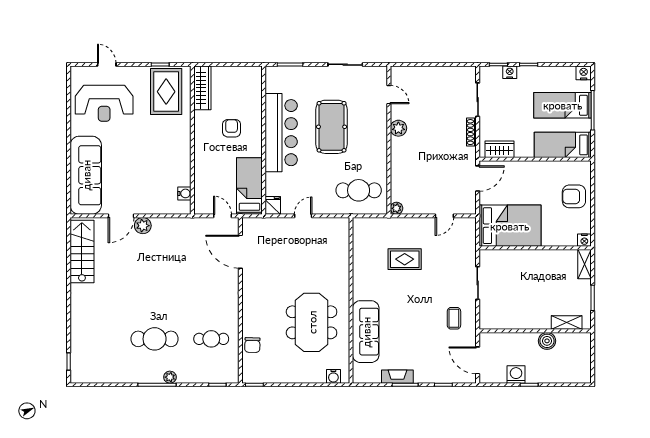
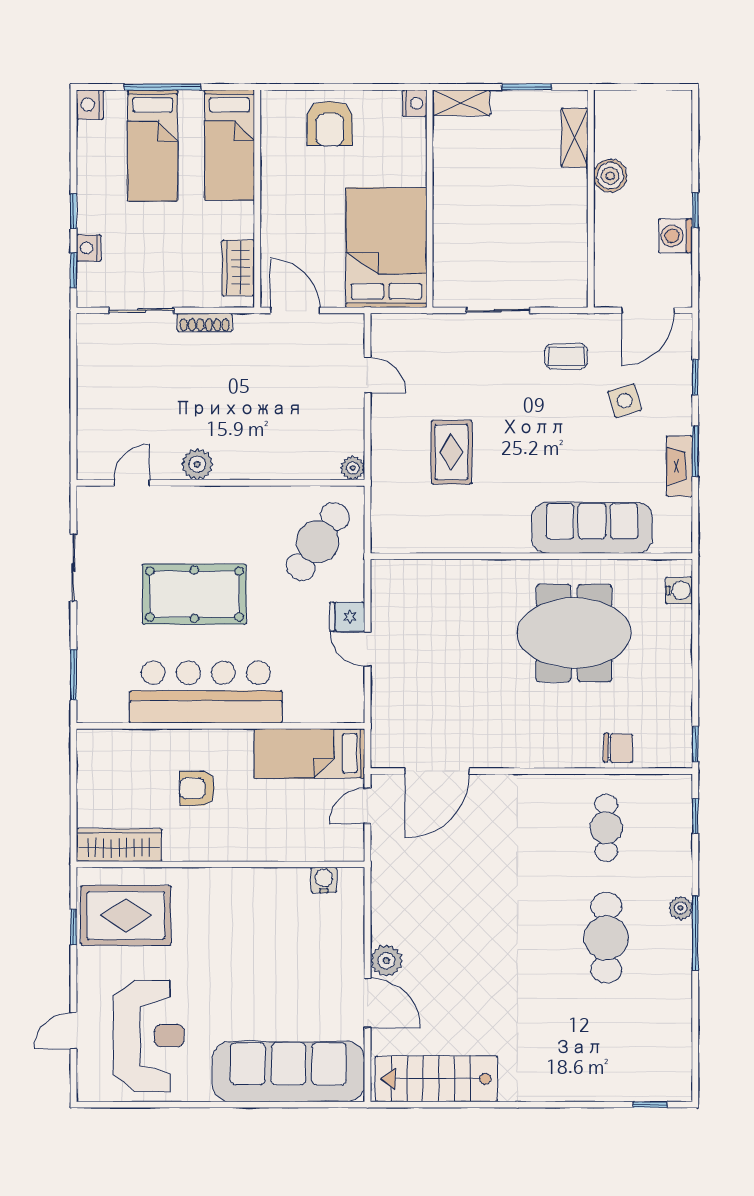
cafe table: (359, 190) -> (318, 542), turned 34
fridge: (273, 205) -> (347, 617), moved
side table: (431, 348) -> (625, 401), added

